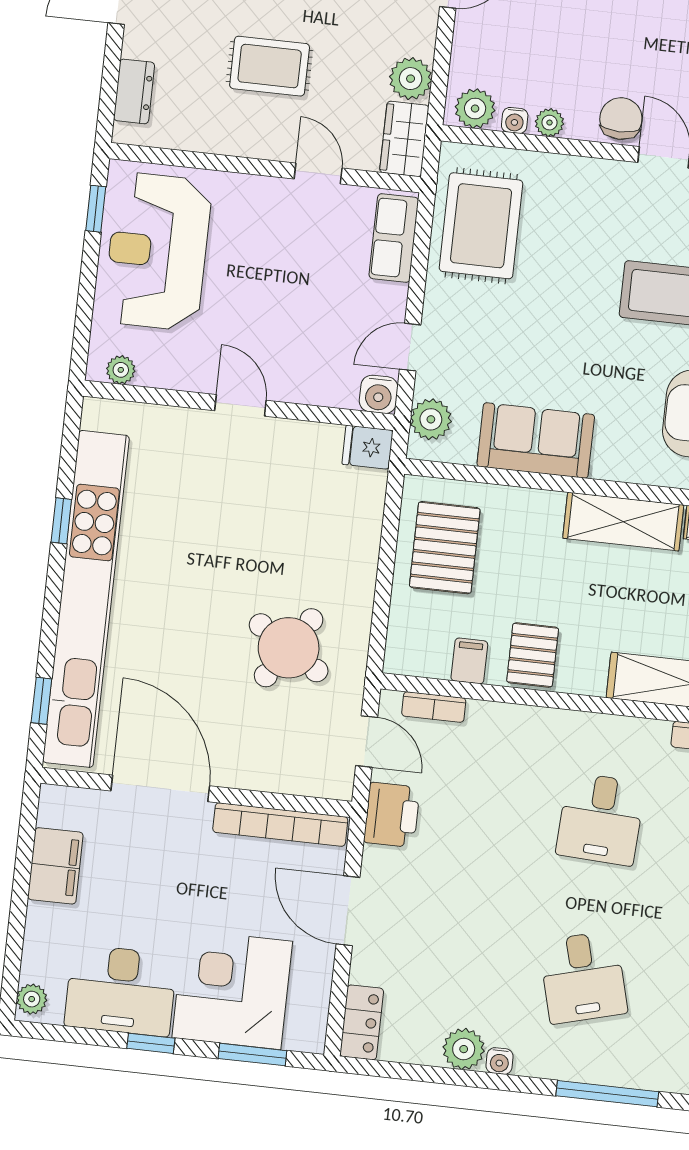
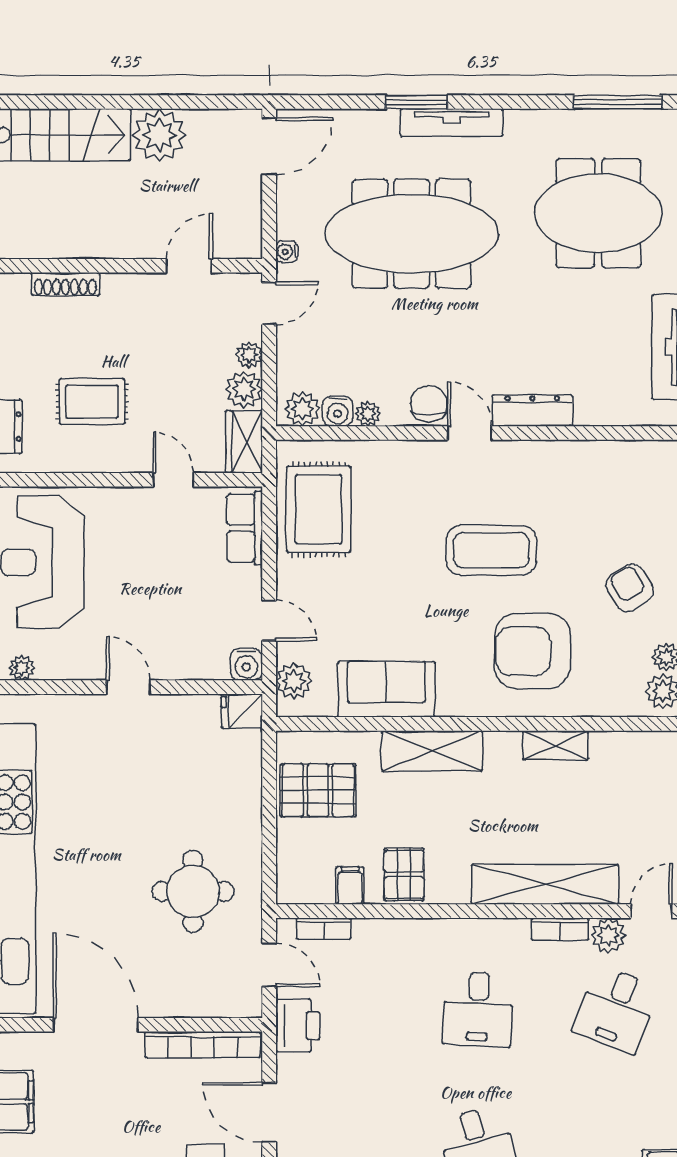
plant: (421, 40) -> (249, 355), added
rug: (270, 66) -> (92, 402), moved
water cooler: (515, 120) -> (338, 411), width x1.38, depth x1.38
door: (410, 347) -> (269, 621), swing flipped
shelving: (623, 522) -> (432, 751), moved
pallet: (445, 548) -> (318, 790), turned 90
round table: (289, 648) -> (193, 891), turned -33

